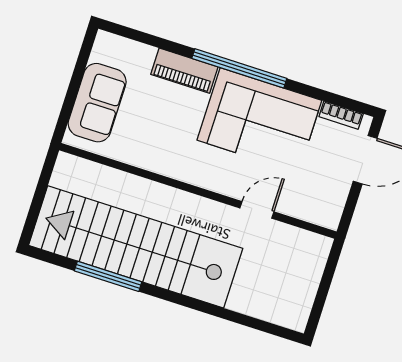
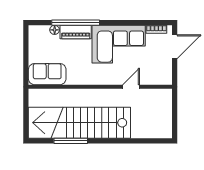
floor lamp: (145, 53) -> (55, 30), added
window: (239, 68) -> (76, 23), moved
sofa: (97, 103) -> (47, 74), moved, turned -90

